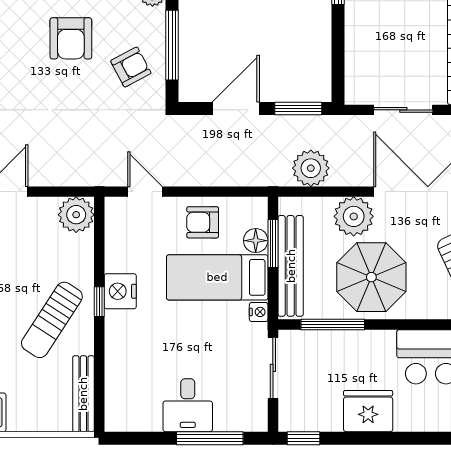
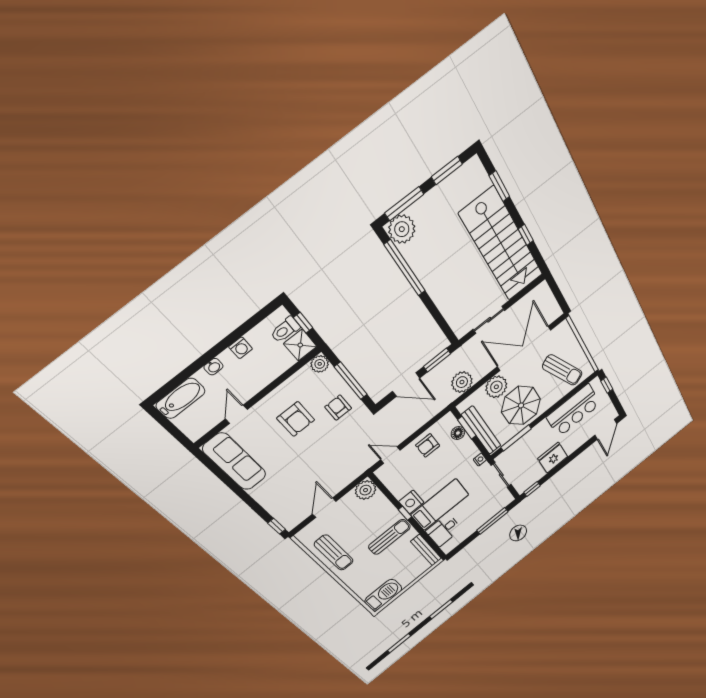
armchair: (131, 67) -> (338, 408), turned -62
door: (236, 109) -> (406, 385), swing flipped
bed: (217, 277) -> (440, 505), moved, turned 180
sun lounger: (52, 320) -> (389, 537), turned -123
desk: (188, 405) -> (444, 530), moved, turned 90

